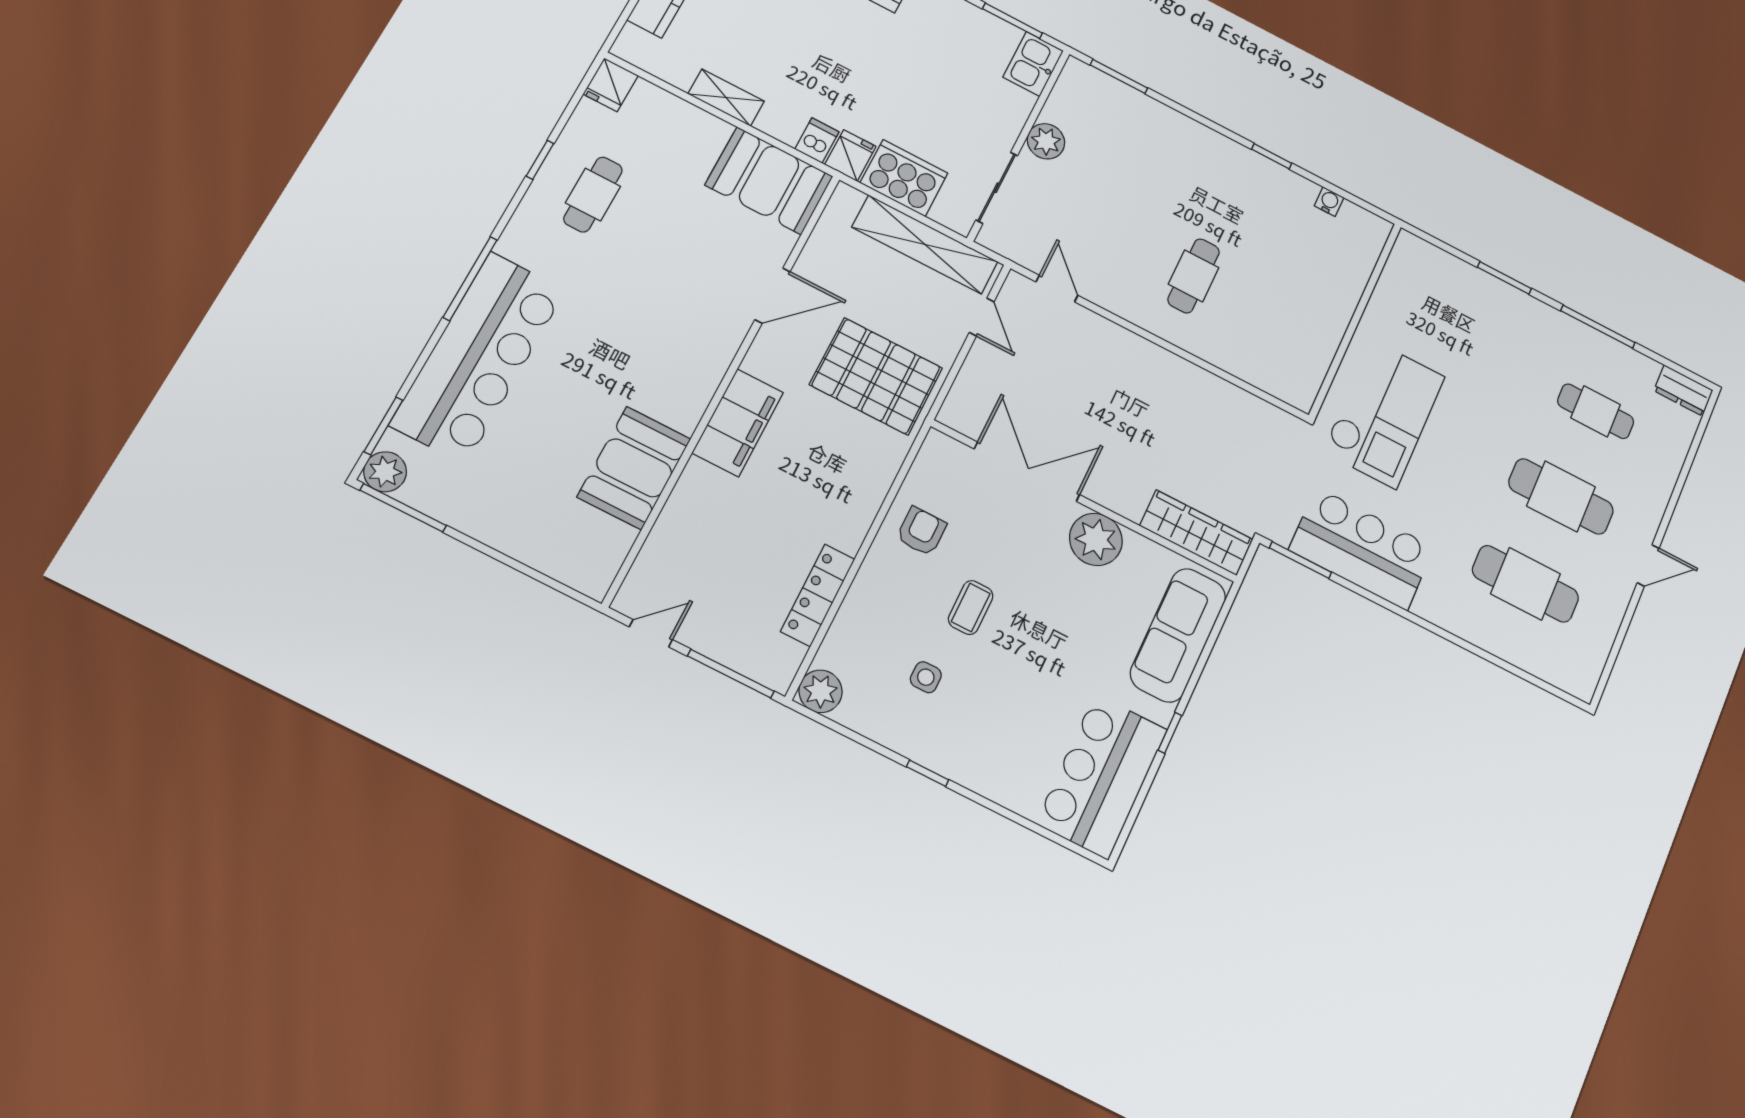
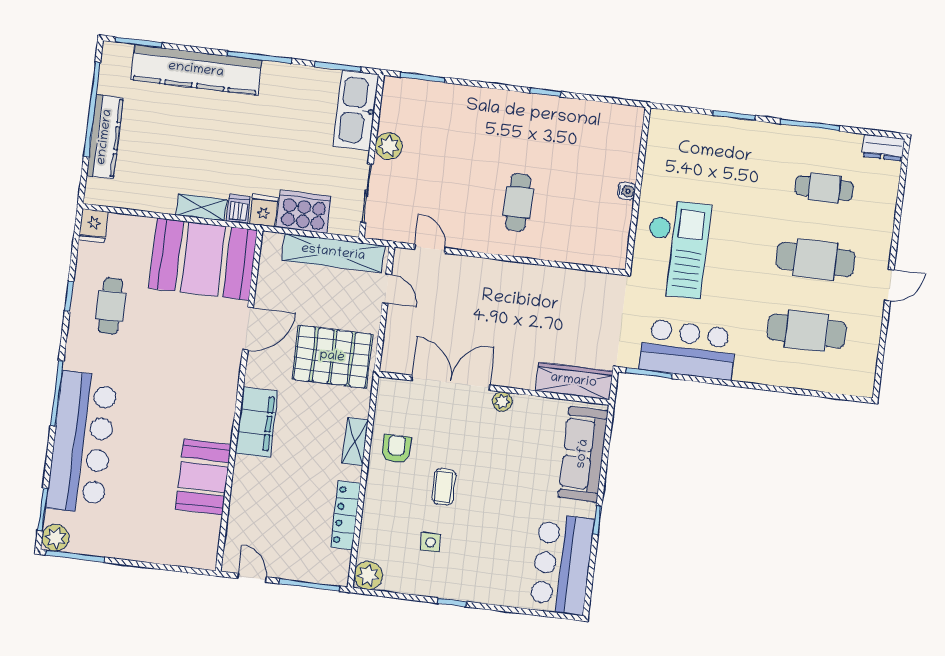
kitchen sink: (1033, 64) -> (356, 110), width x1.87, depth x1.24
shelving: (726, 98) -> (202, 207), moved
booth: (769, 181) -> (203, 259), width x1.36, depth x1.42
water cooler: (1329, 202) -> (627, 191), moved, turned 90
shelving: (867, 500) -> (355, 441), added
plant: (1096, 539) -> (502, 401), width x0.53, depth x0.53
door: (651, 633) -> (252, 578), hinge flipped

